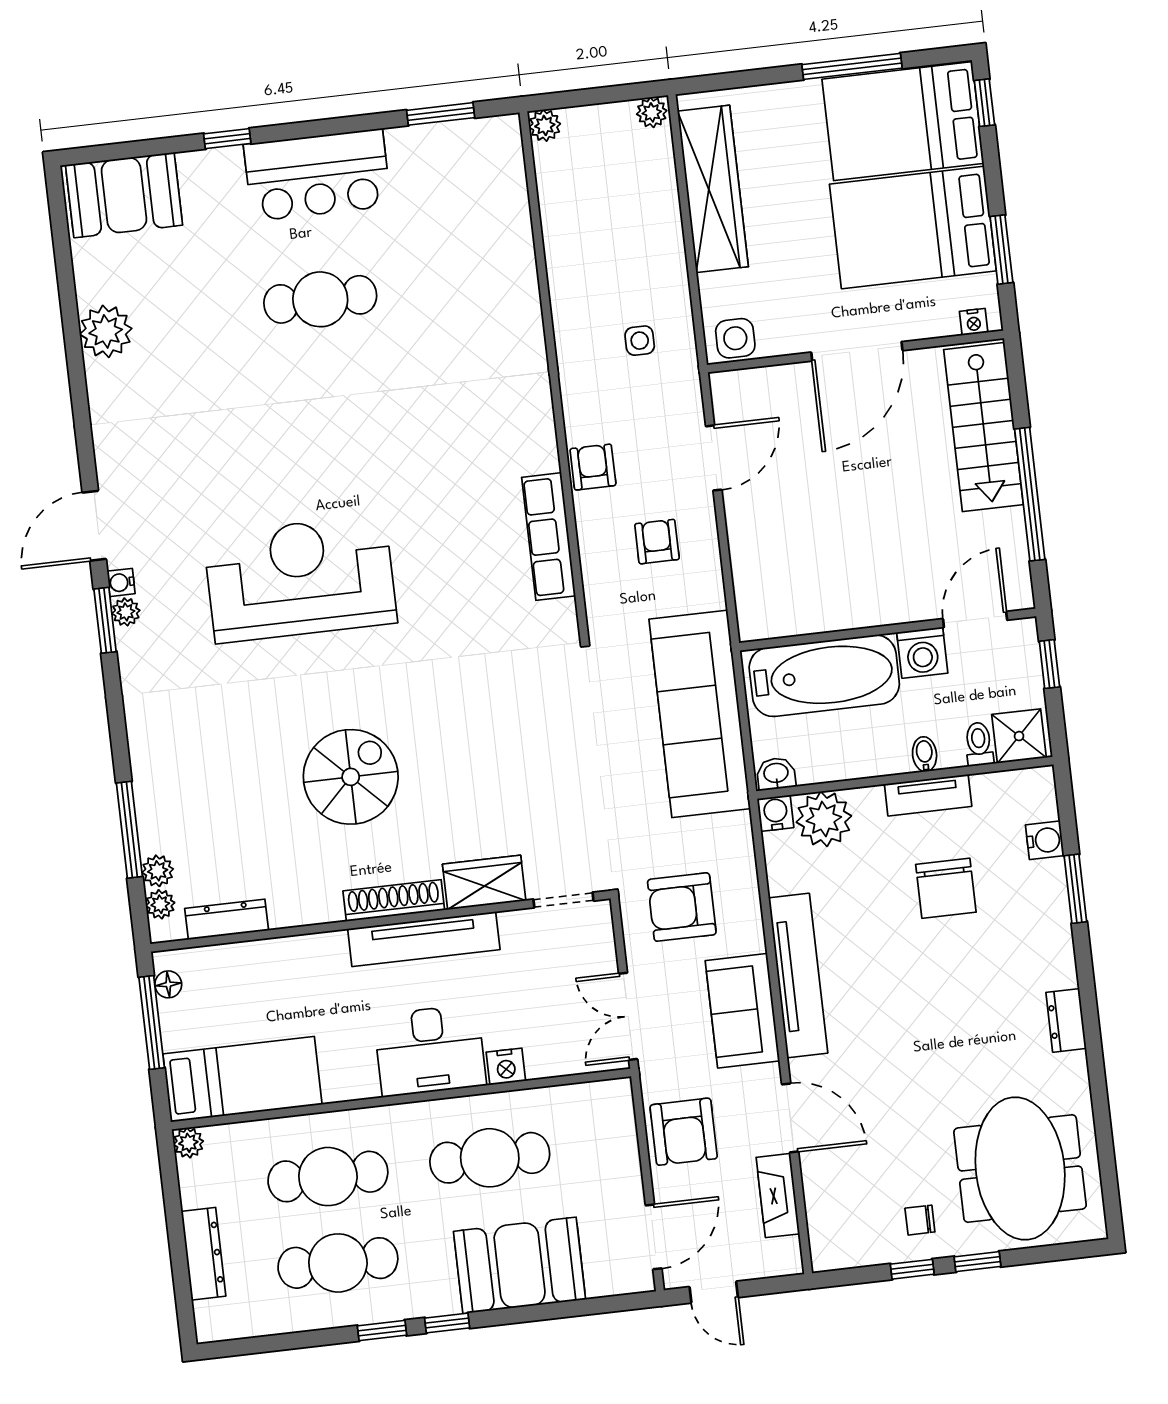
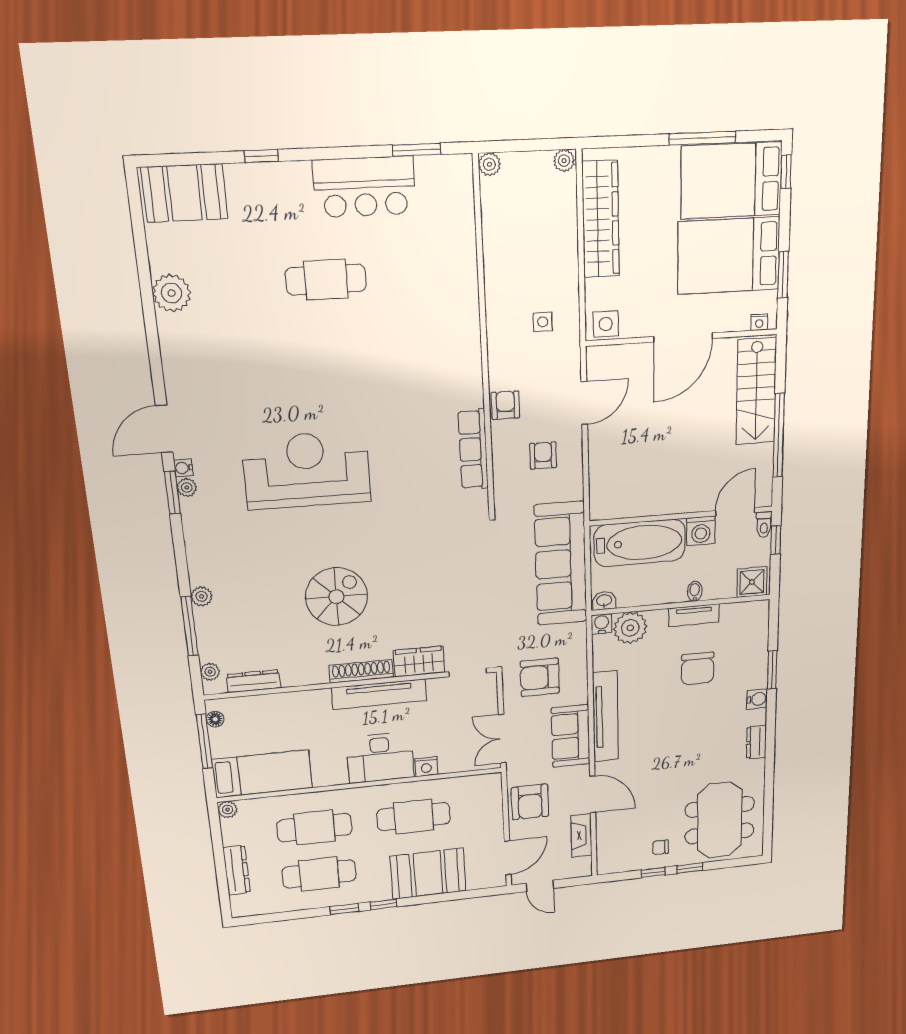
bar counter: (317, 175) -> (365, 187), moved
toilet: (979, 744) -> (764, 524), moved, turned 180
water cooler: (1045, 840) -> (757, 699), moved
plant: (158, 871) -> (202, 596), moved

